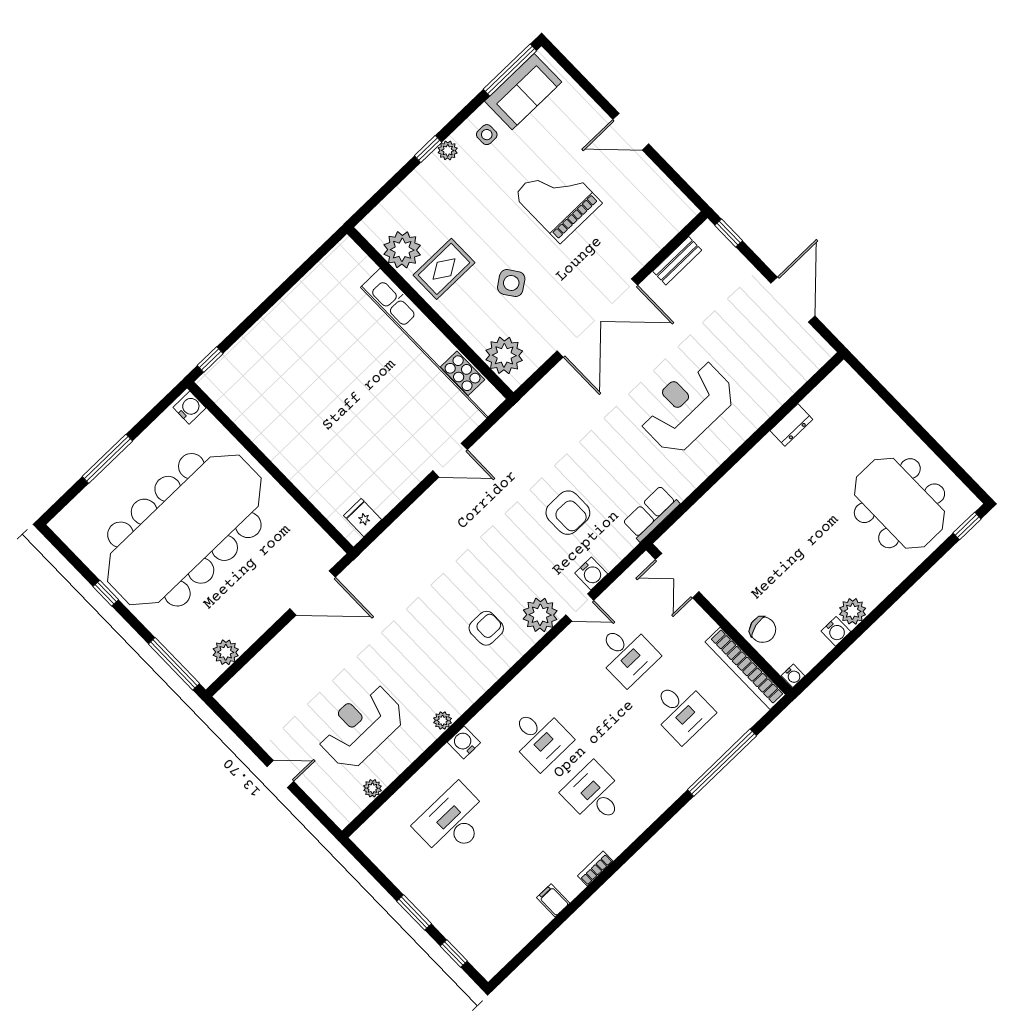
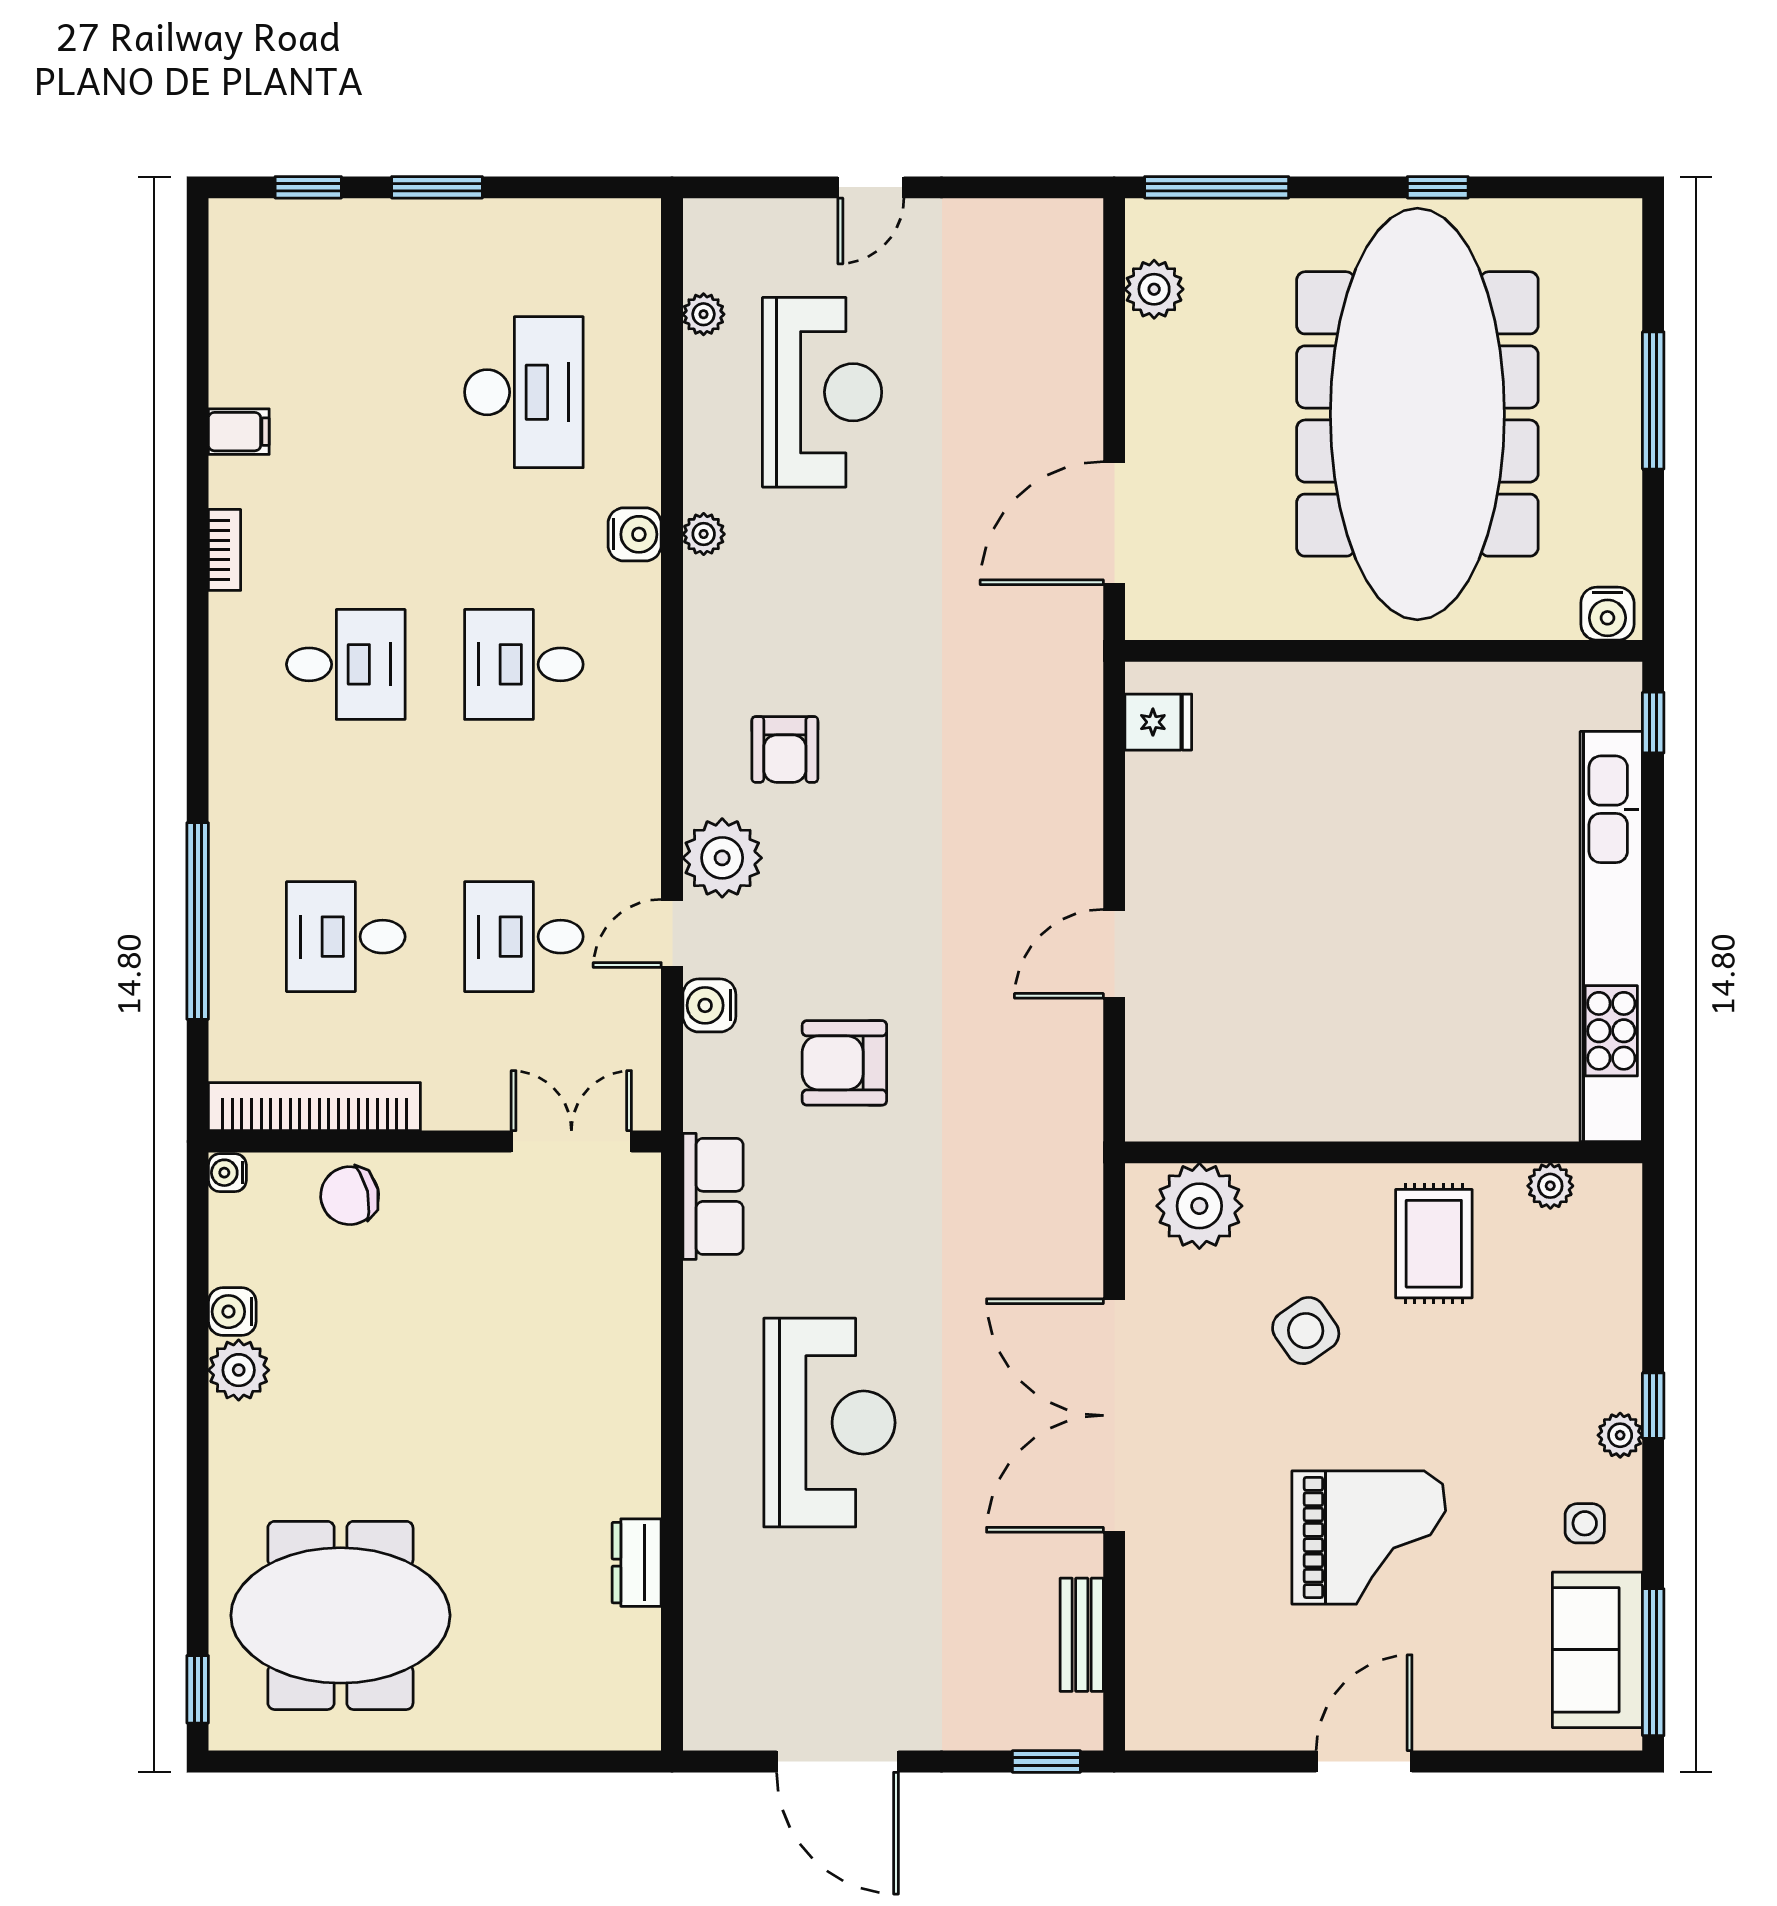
plant: (402, 250) -> (1550, 1186), width x0.53, depth x0.53
kitchen unit: (434, 343) -> (1611, 936), moved, turned -90

